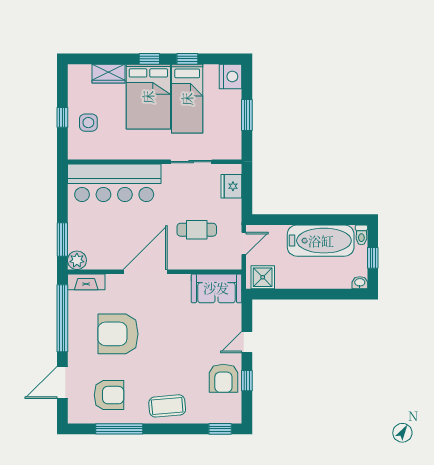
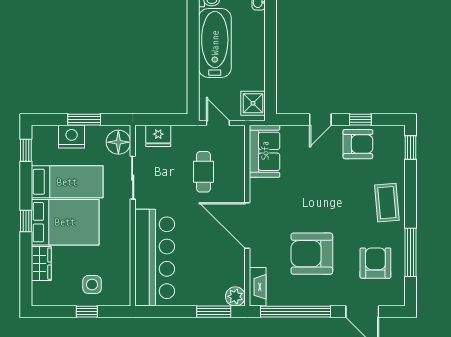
window: (187, 59) -> (26, 150), moved
nightstand: (231, 76) -> (72, 137), moved
floor lamp: (225, 148) -> (118, 142), added
armchair: (118, 334) -> (312, 254), turned 90
door: (247, 342) -> (320, 120), hinge flipped

